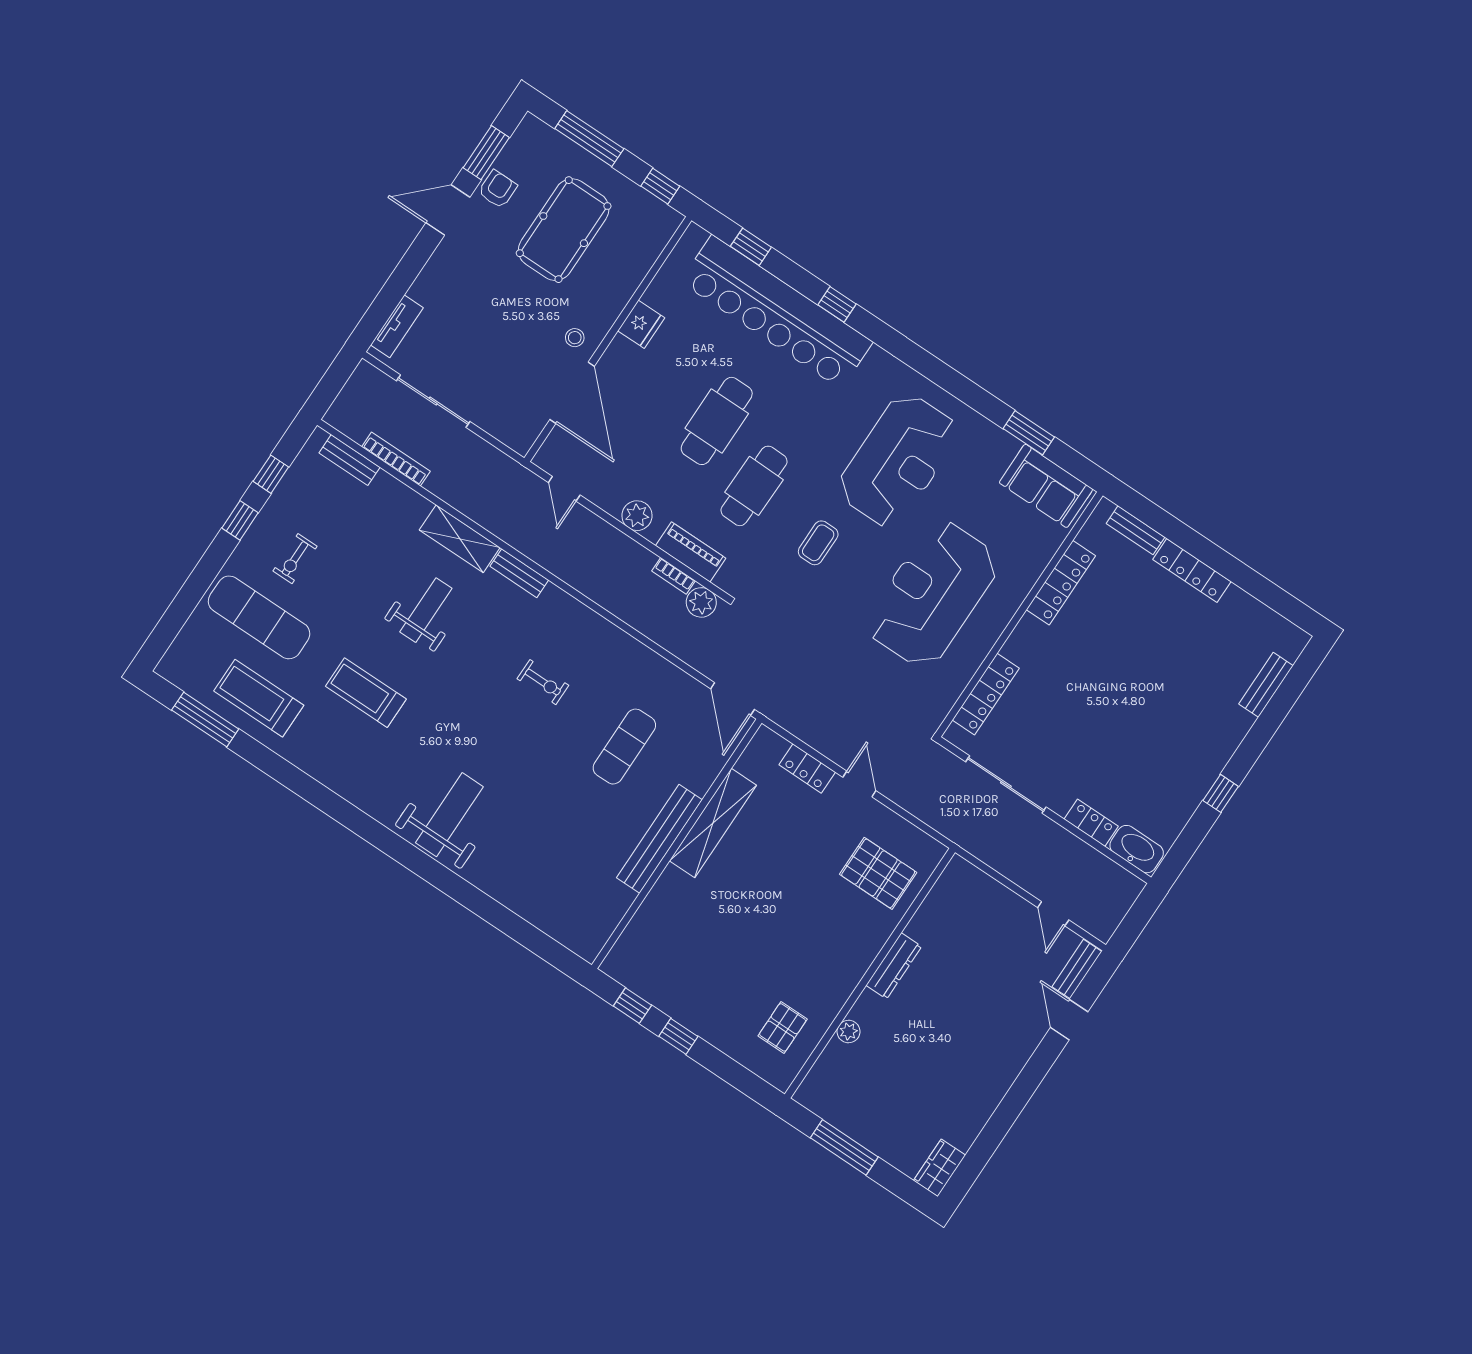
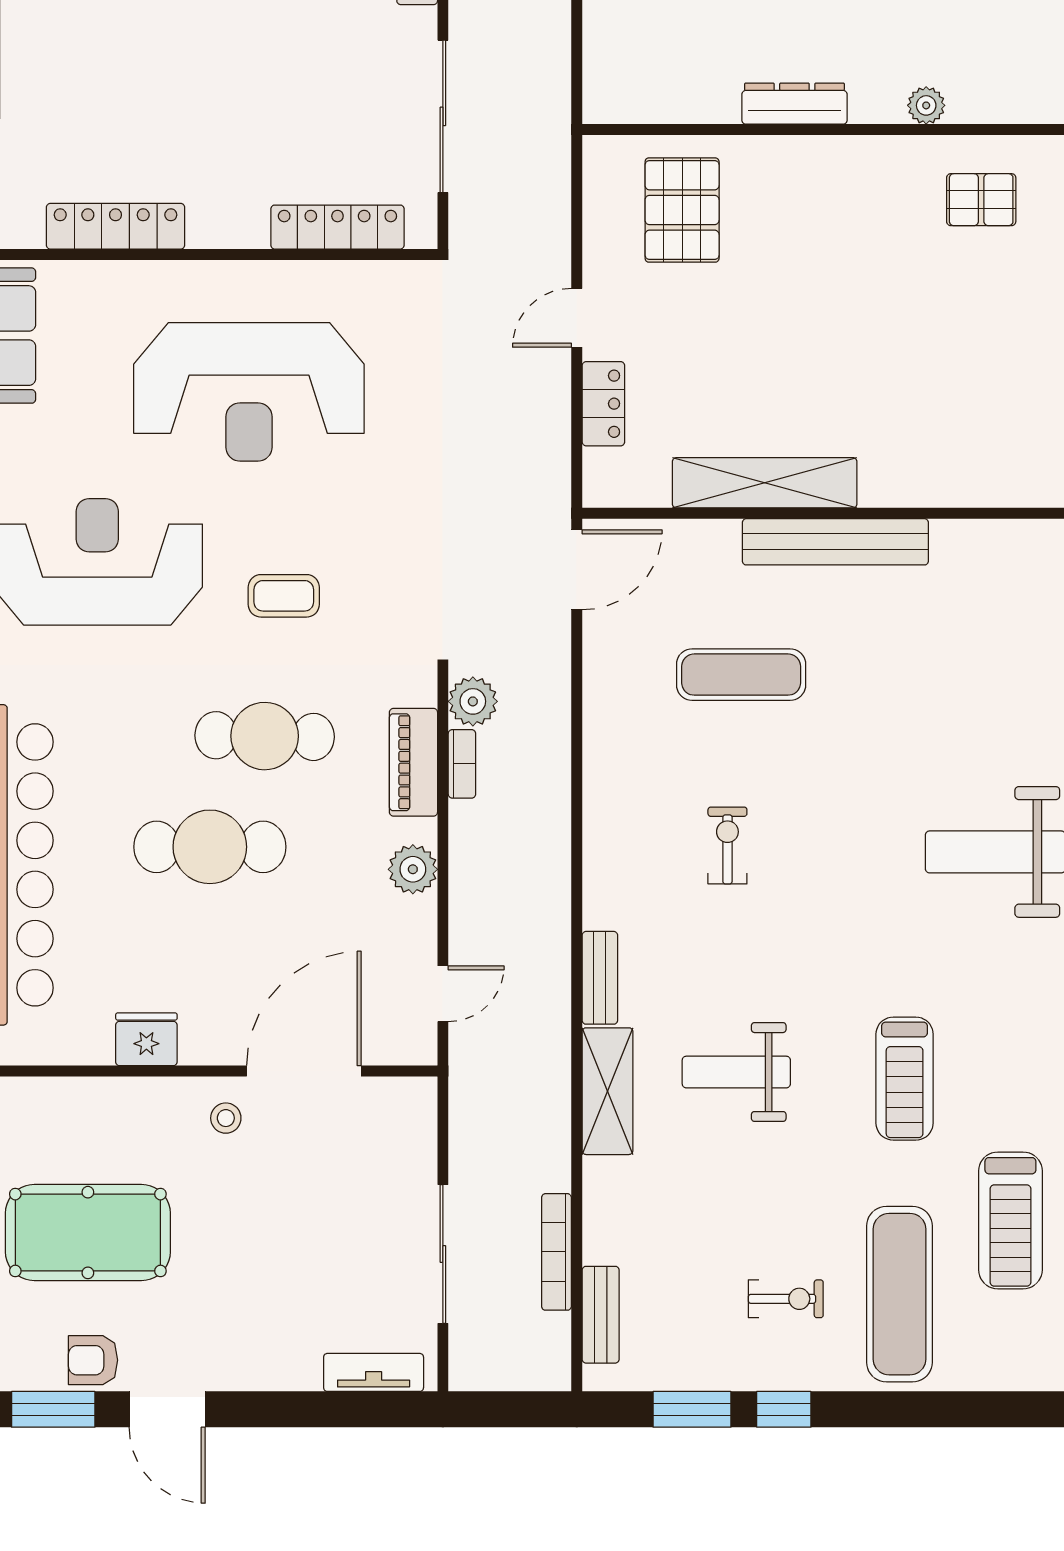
window: (271, 474) -> (692, 1409), width x1.50

